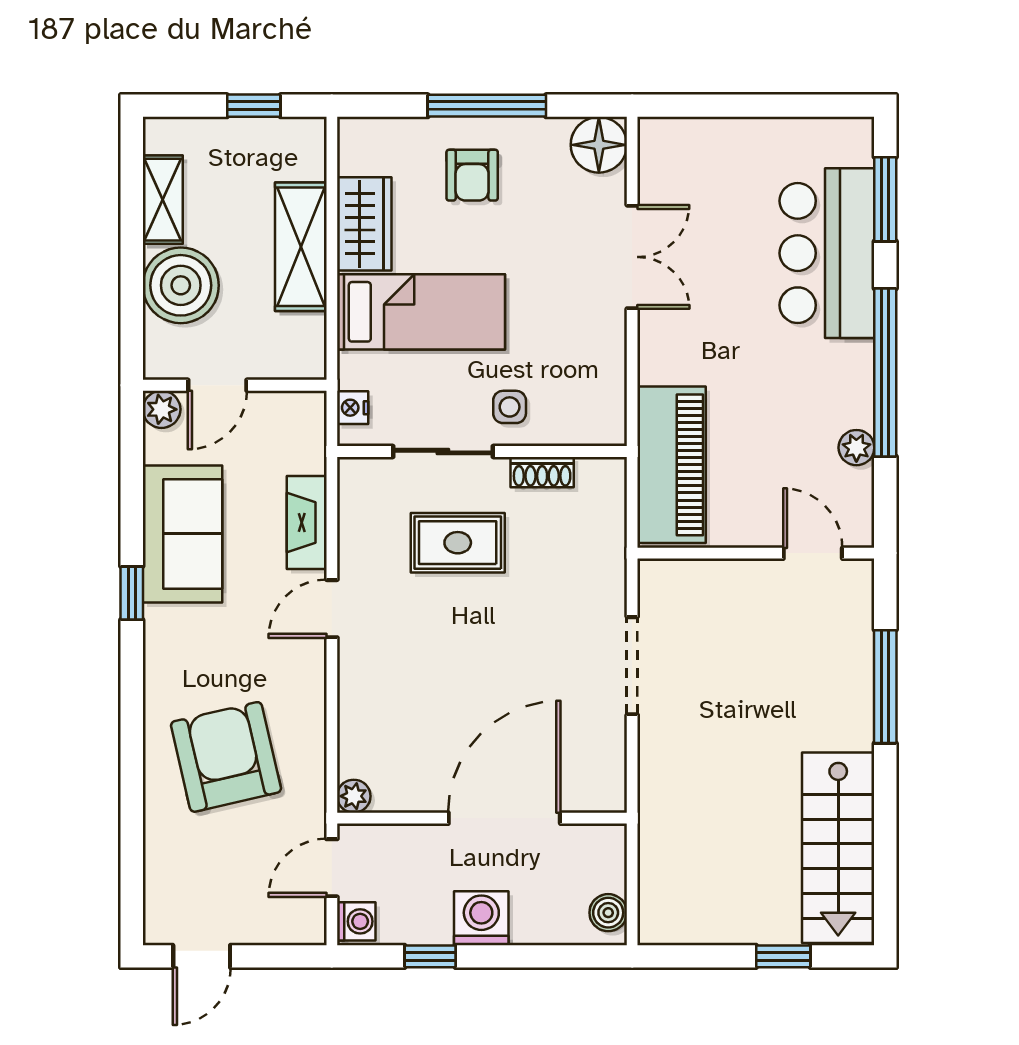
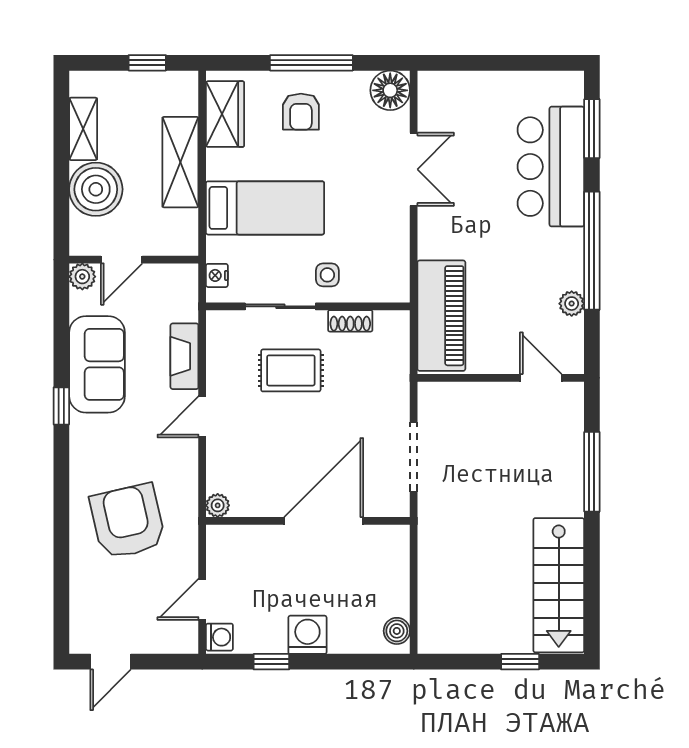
wardrobe: (364, 224) -> (225, 114), moved
plant: (354, 796) -> (218, 505), moved
wall: (482, 818) -> (308, 521), moved
door: (504, 818) -> (324, 521), moved

